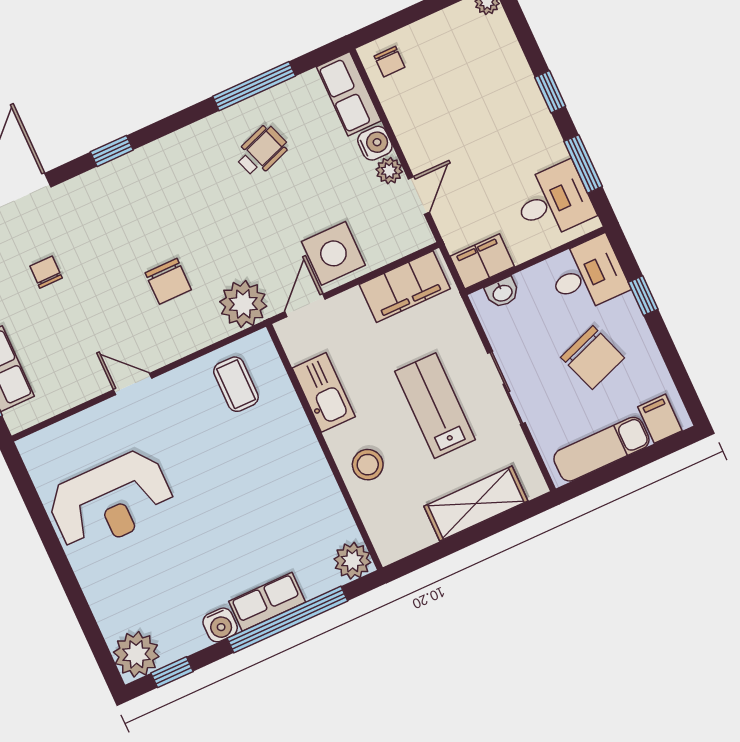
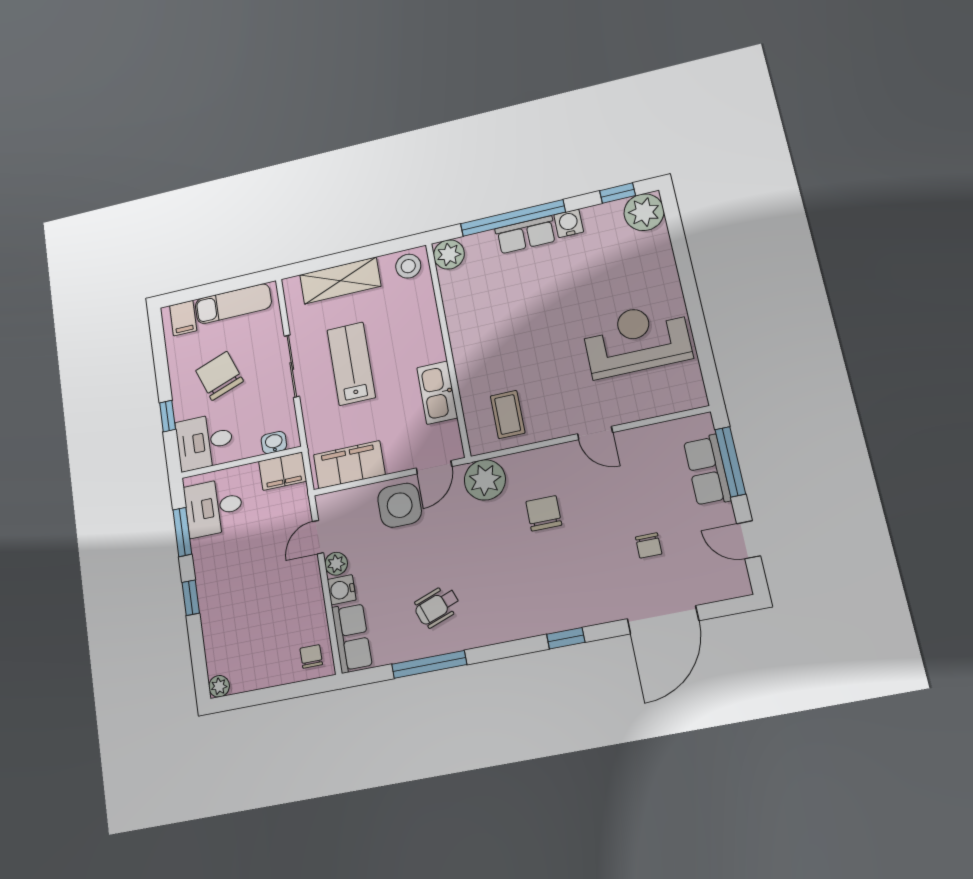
lab bench: (435, 406) -> (351, 364), turned 180
stool: (368, 465) -> (408, 266), moved

